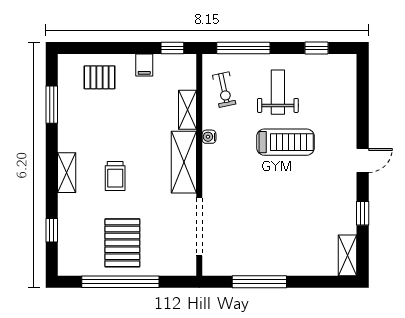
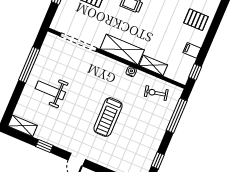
pallet: (99, 77) -> (196, 20), turned 90
weight bench: (278, 92) -> (50, 90), moved, turned 180

